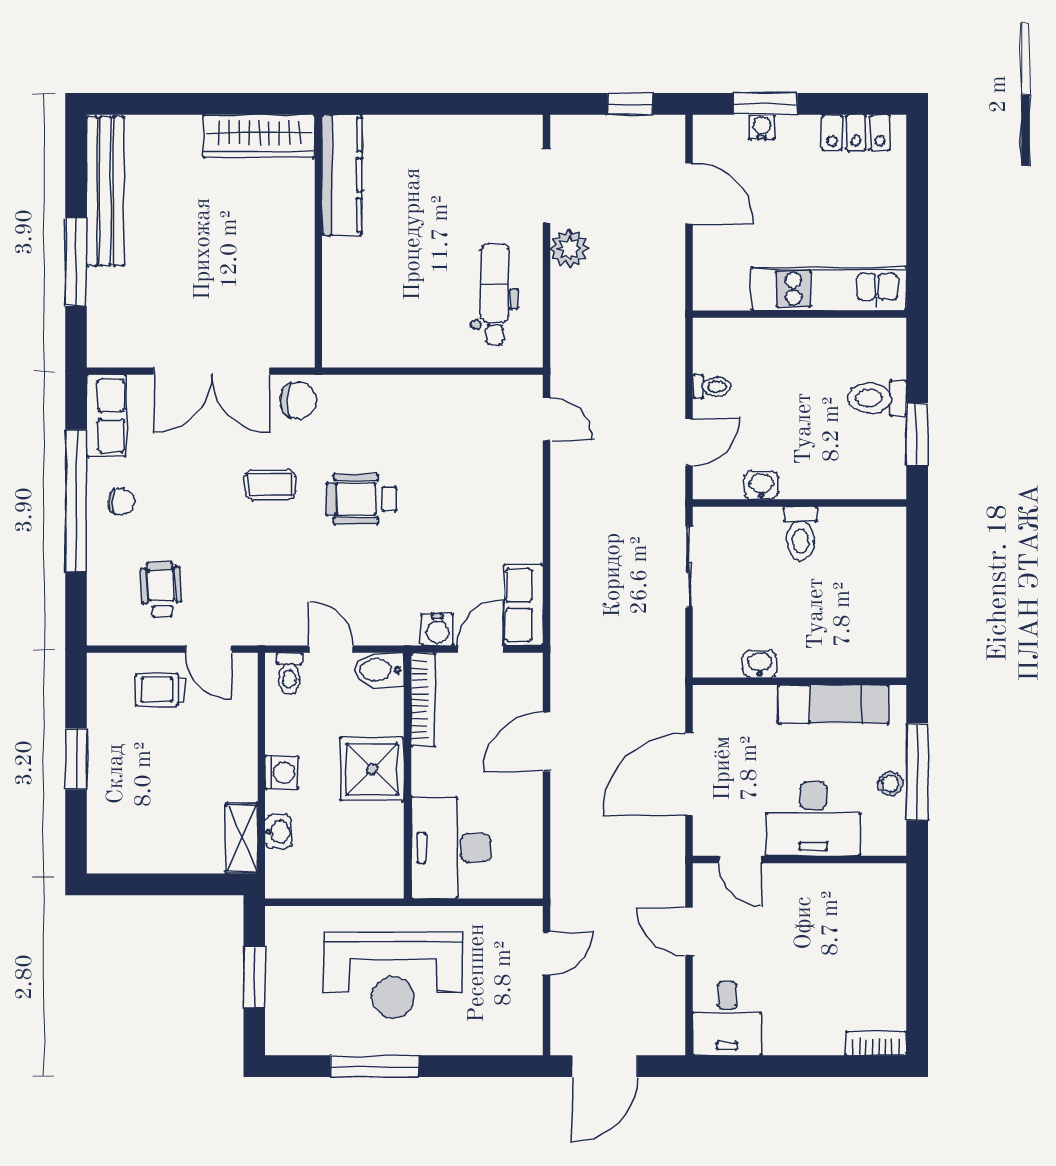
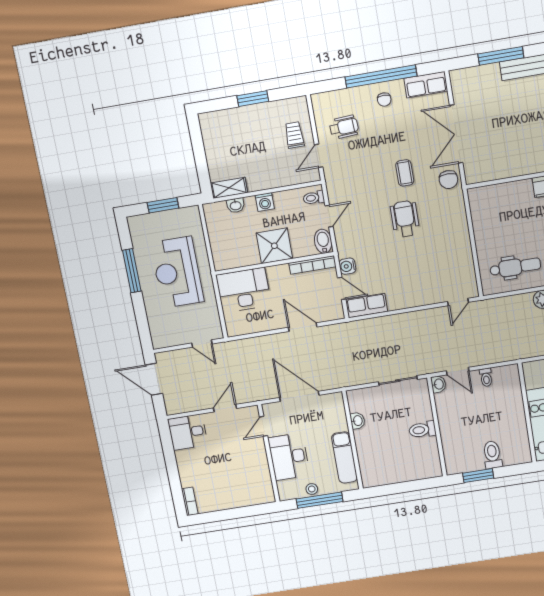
washbasin: (761, 485) -> (439, 384), moved

